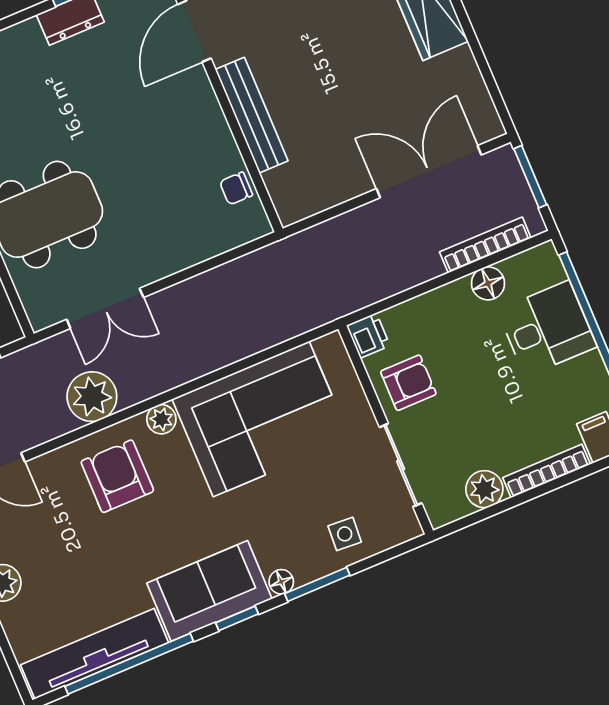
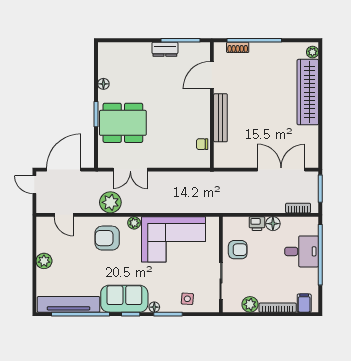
bookcase: (485, 245) -> (298, 208), width x0.64
floor lamp: (488, 283) -> (273, 224), moved
printer: (368, 336) -> (257, 224), moved, turned 90
armchair: (117, 476) -> (107, 238), turned -90

